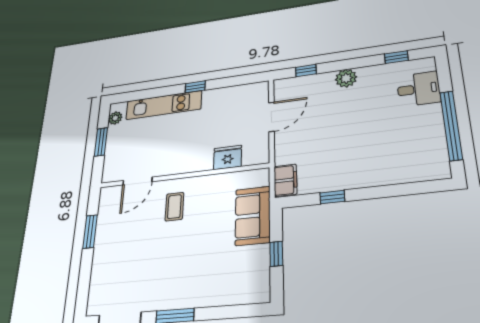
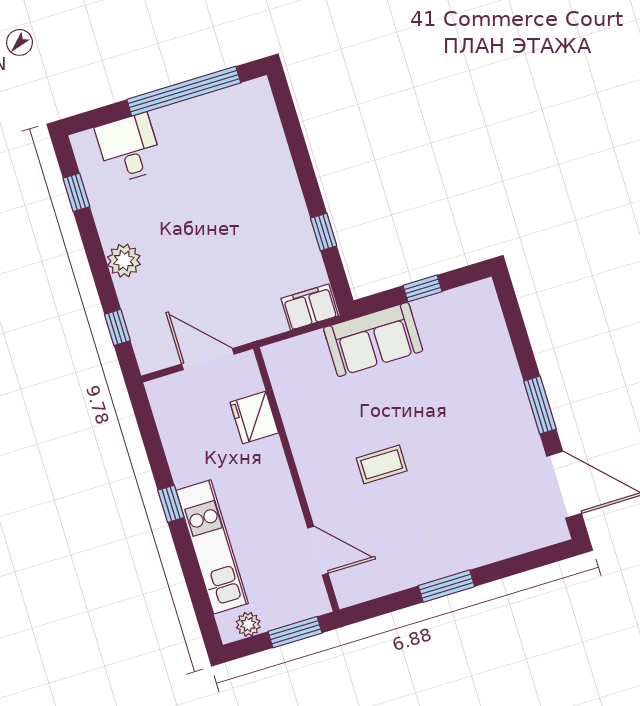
fridge: (228, 157) -> (254, 418), moved
wall: (183, 176) -> (296, 479), moved
door: (138, 181) -> (318, 551), moved

